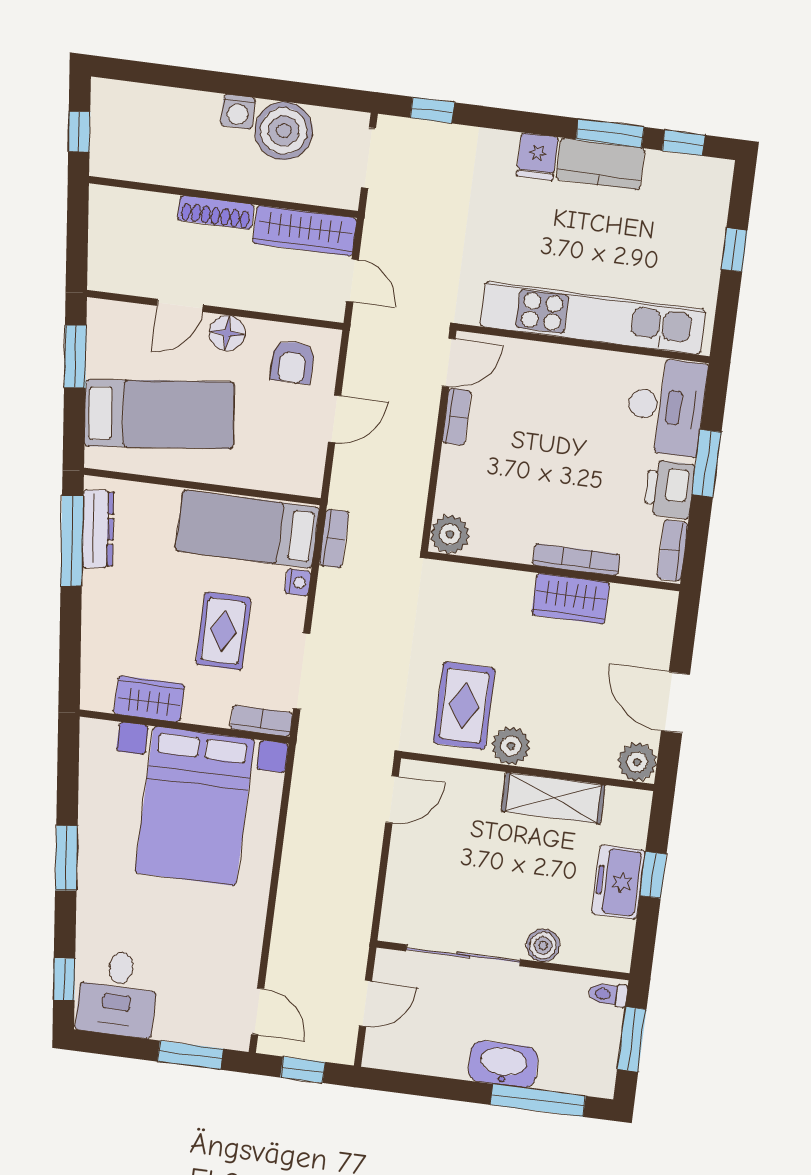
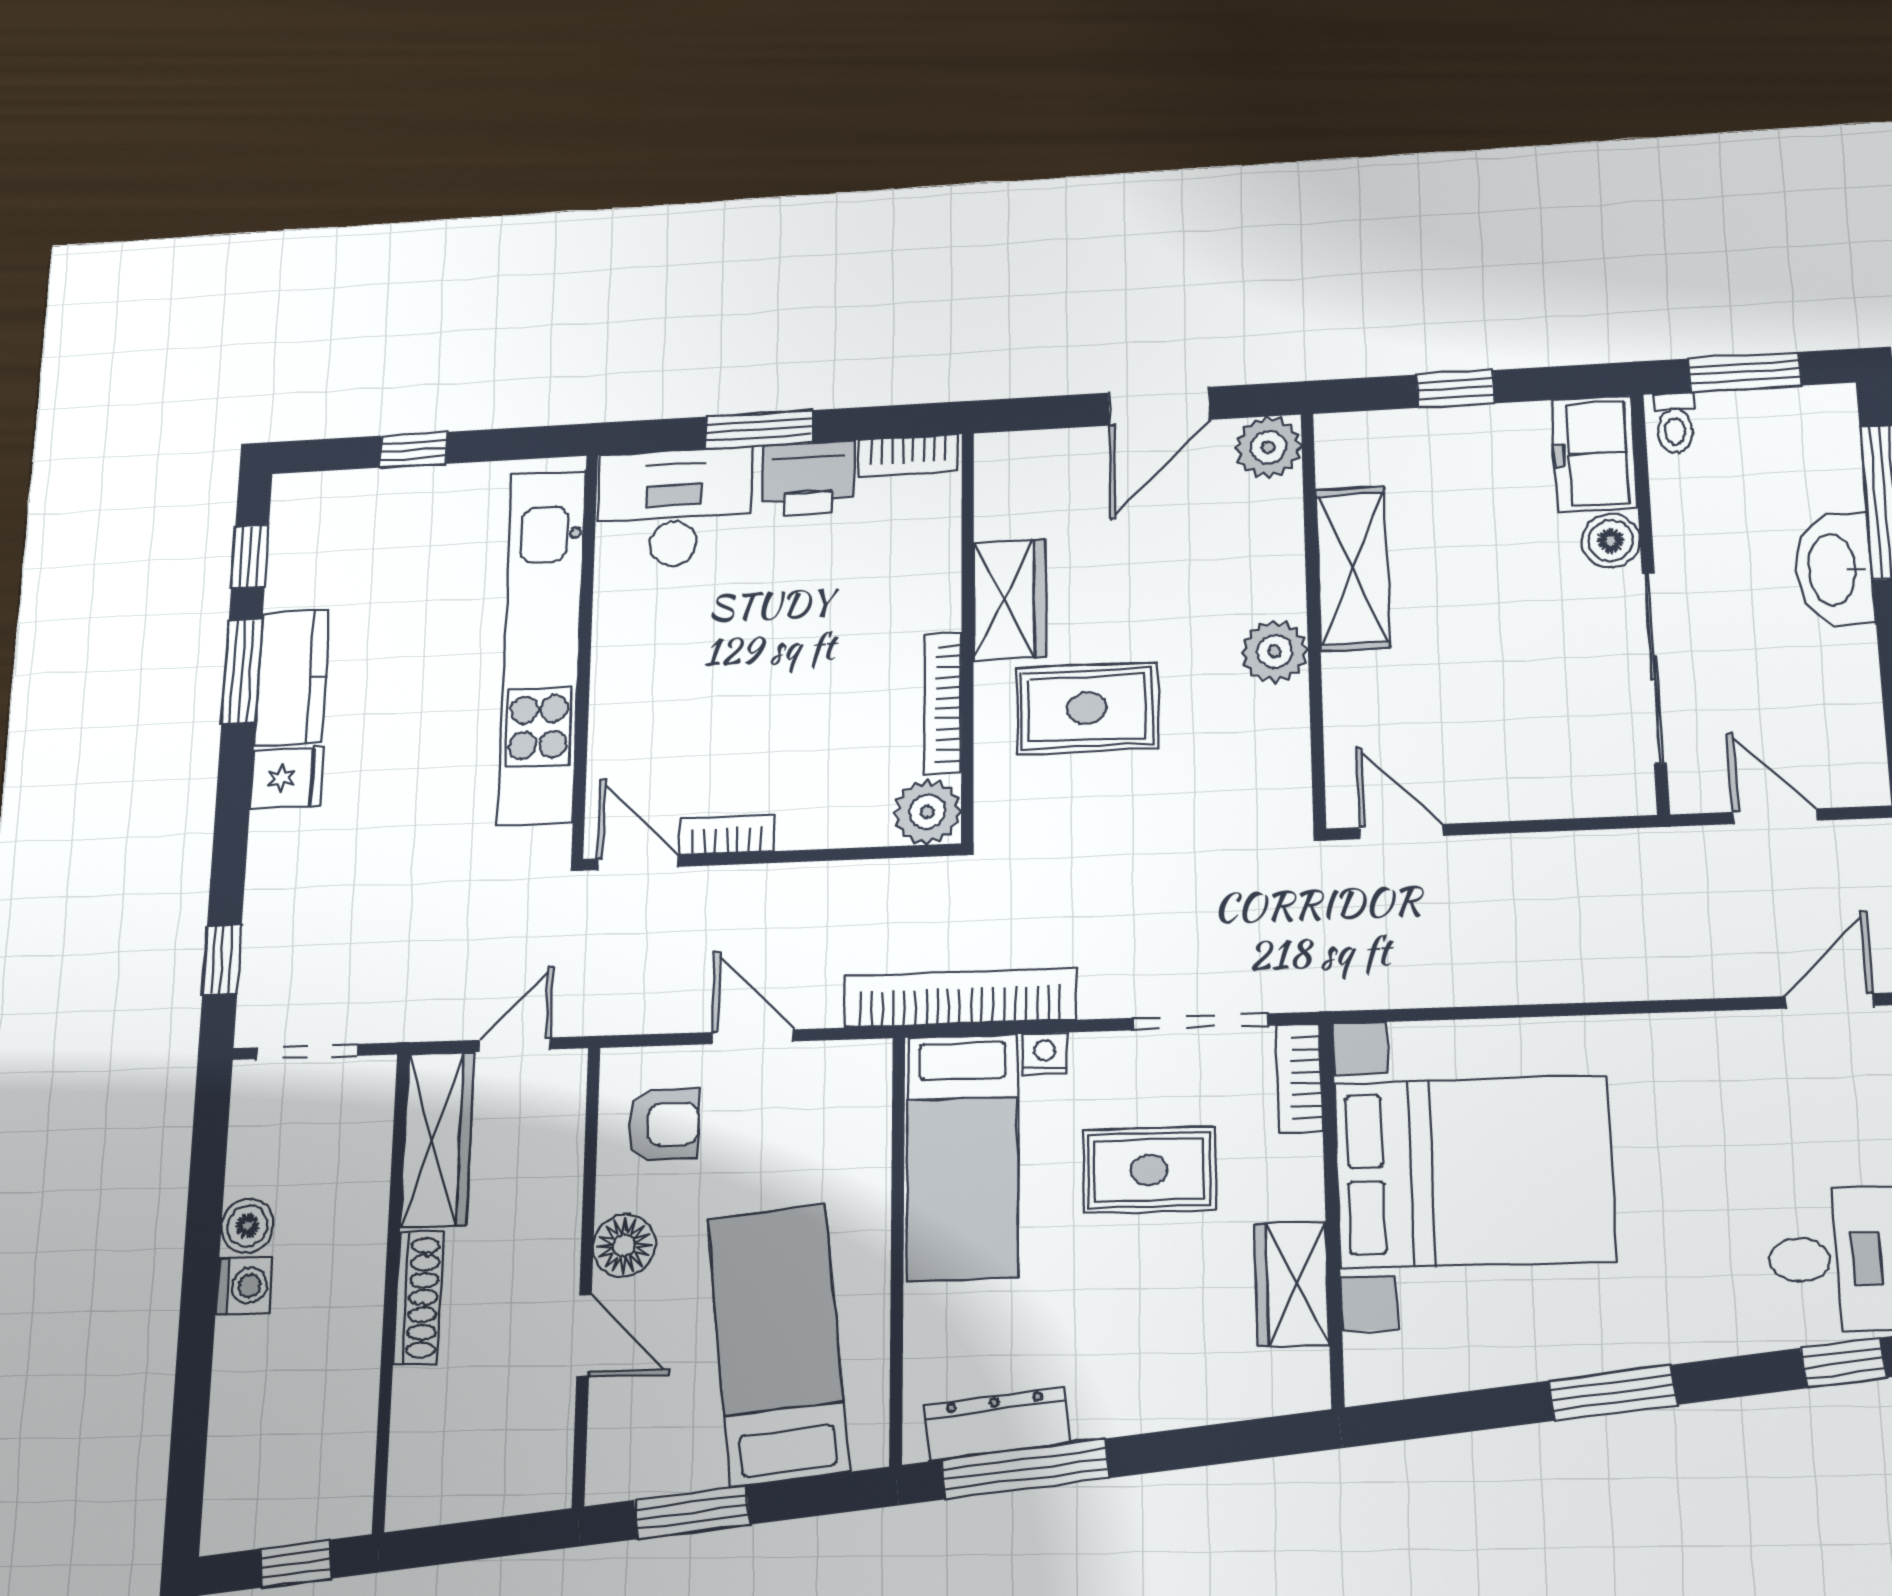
boiler: (284, 131) -> (247, 1226), width x0.54, depth x0.54
bookcase: (334, 539) -> (960, 998), width x2.31, depth x1.31
bookcase: (576, 560) -> (943, 703), moved
rug: (464, 706) -> (1087, 708), moved
freezer: (618, 882) -> (1594, 454), moved, turned 90

